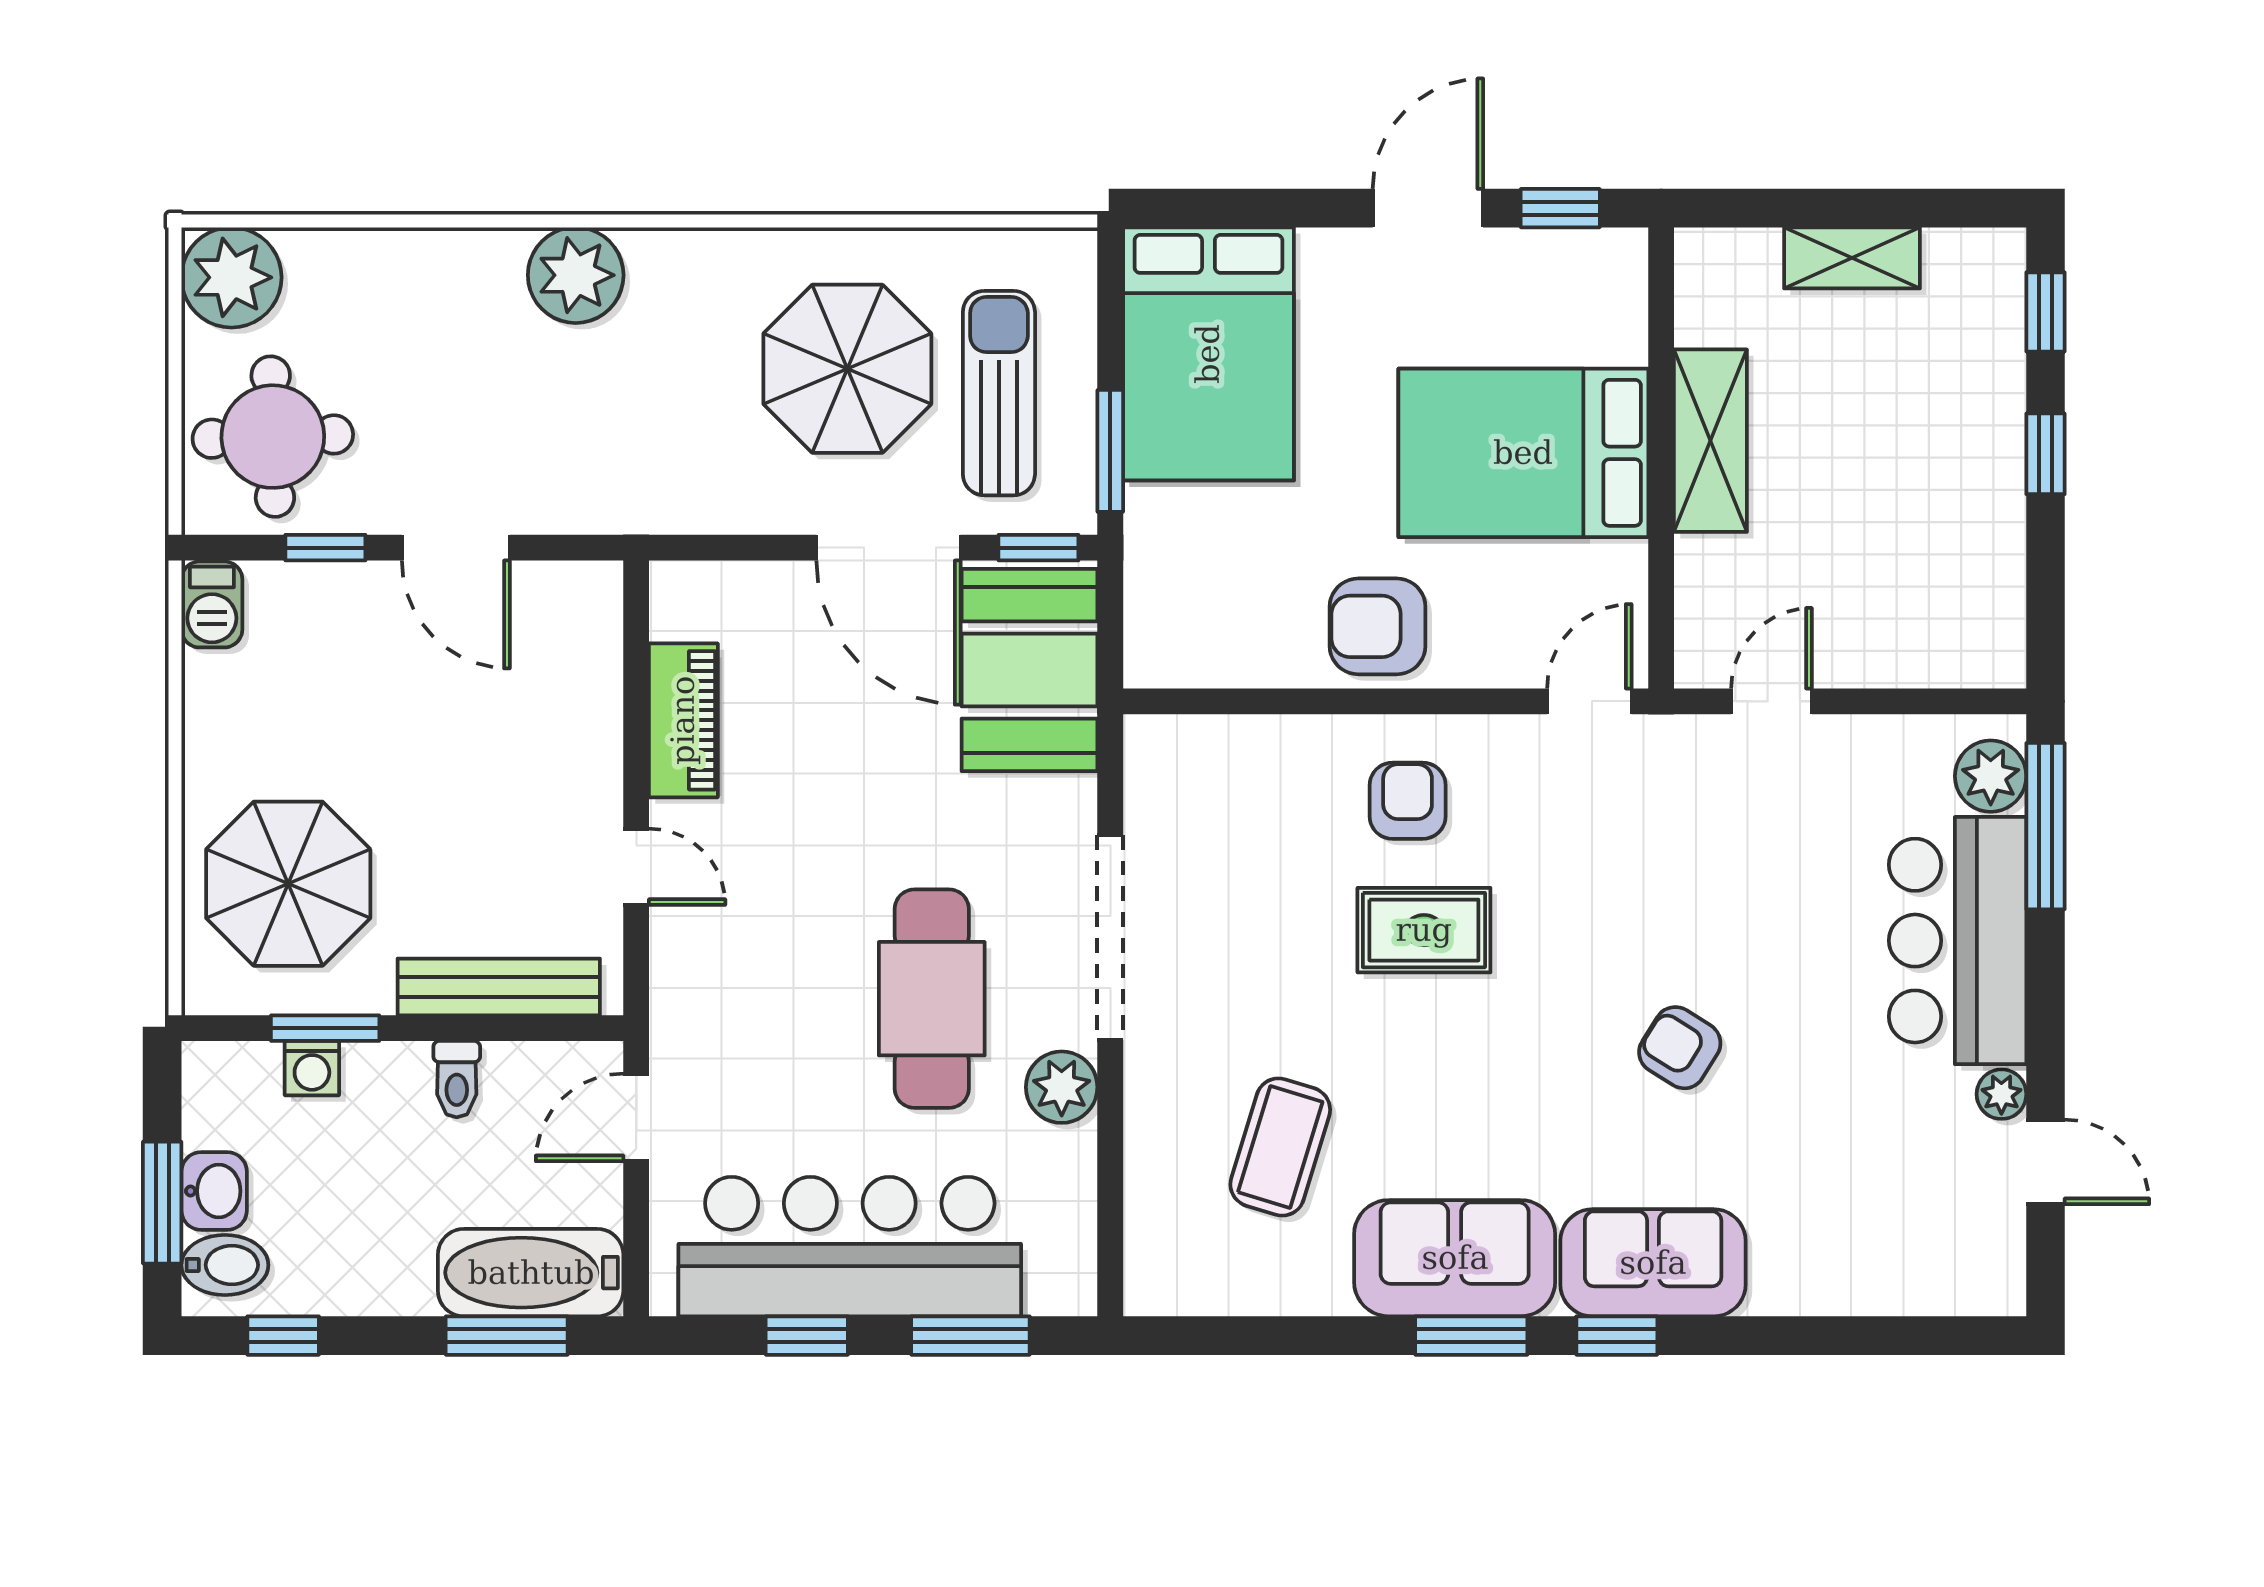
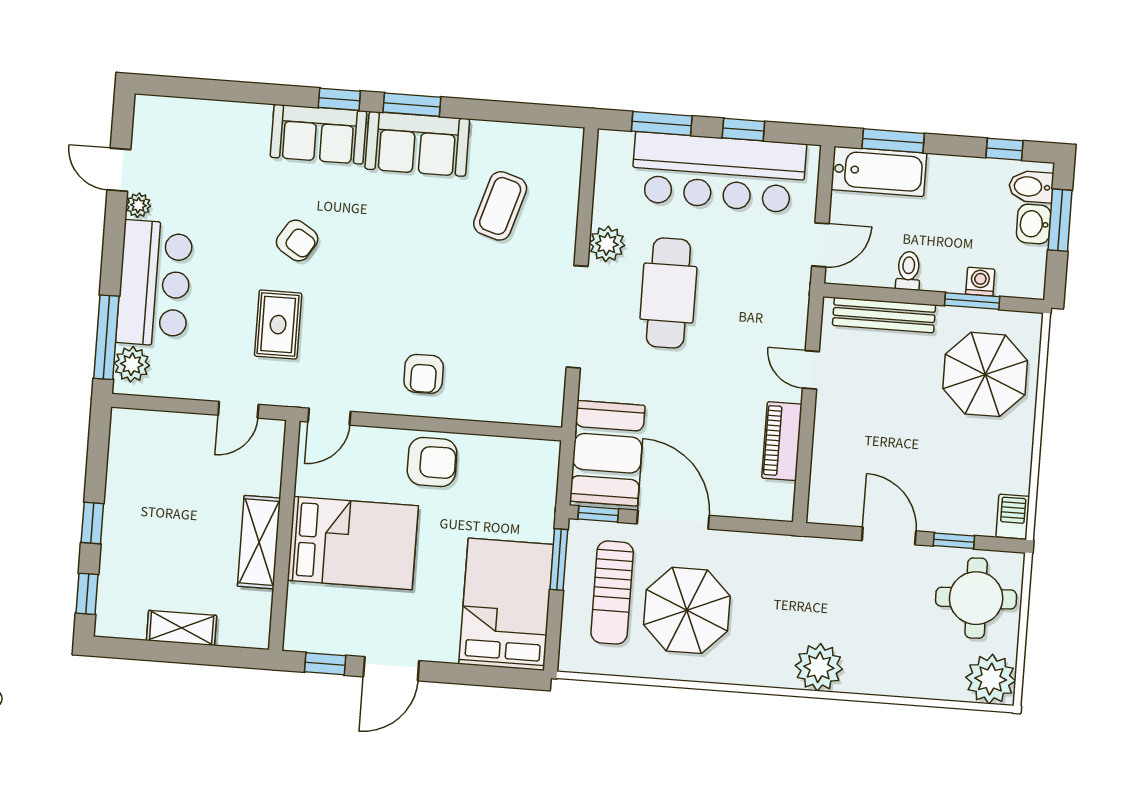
rug: (1424, 930) -> (278, 325), moved, turned 90

